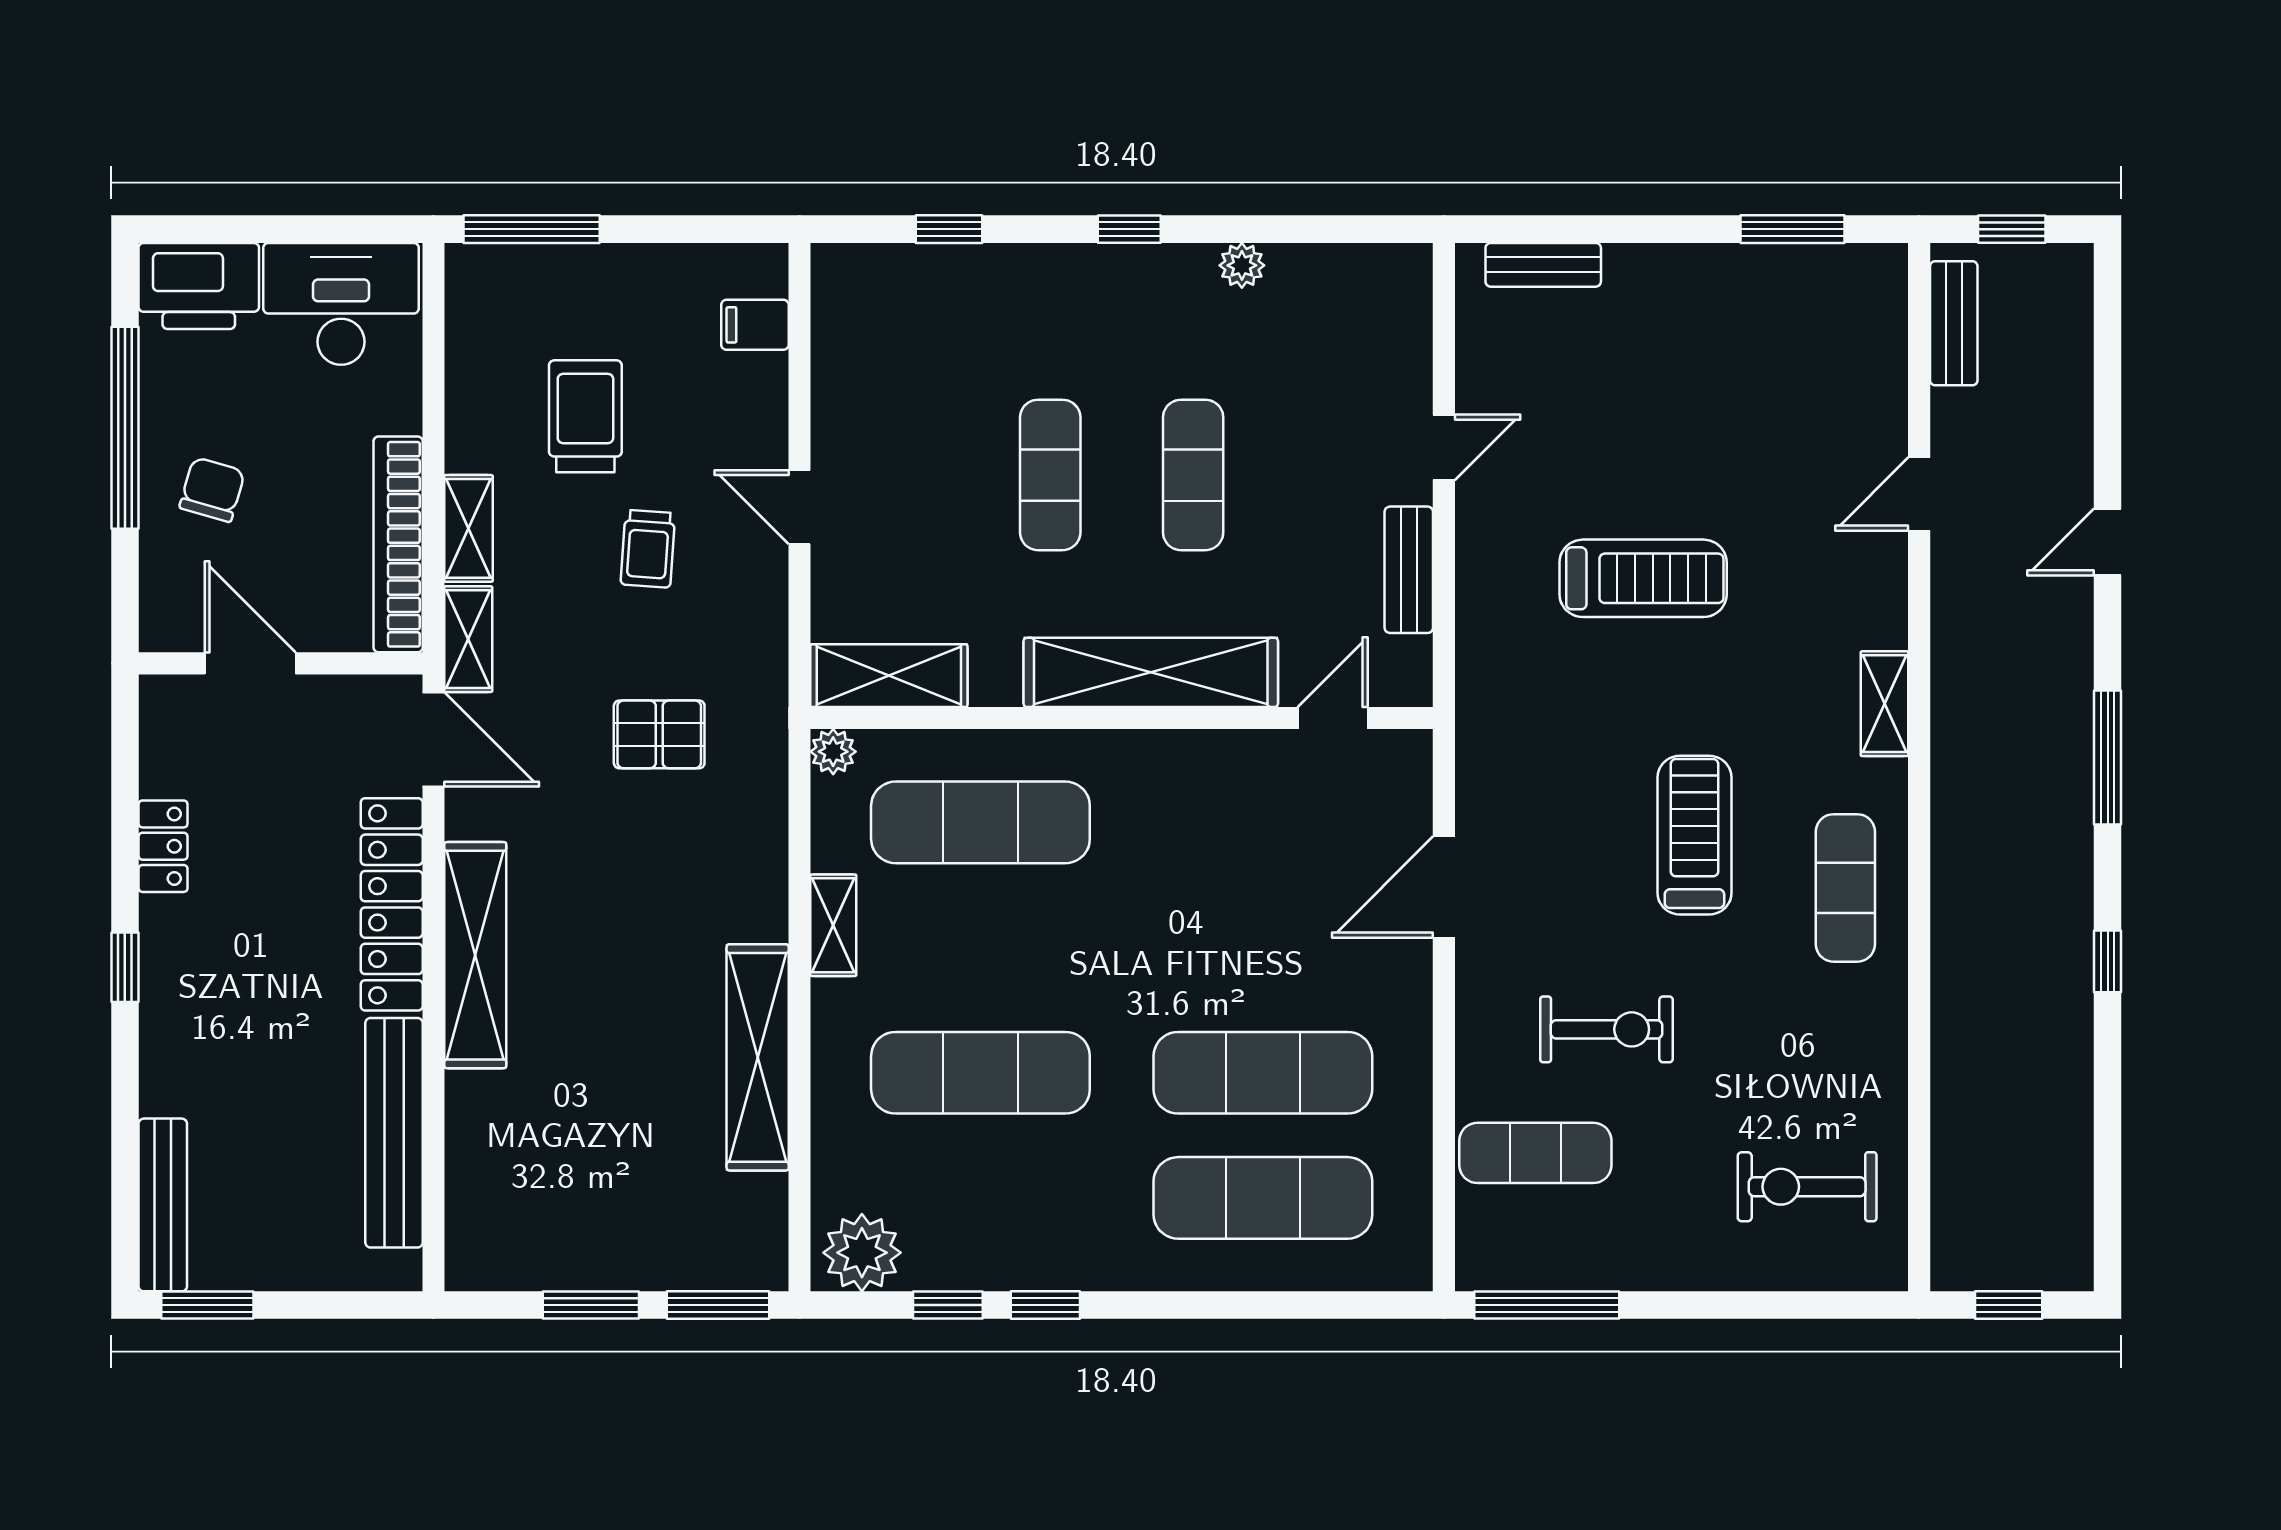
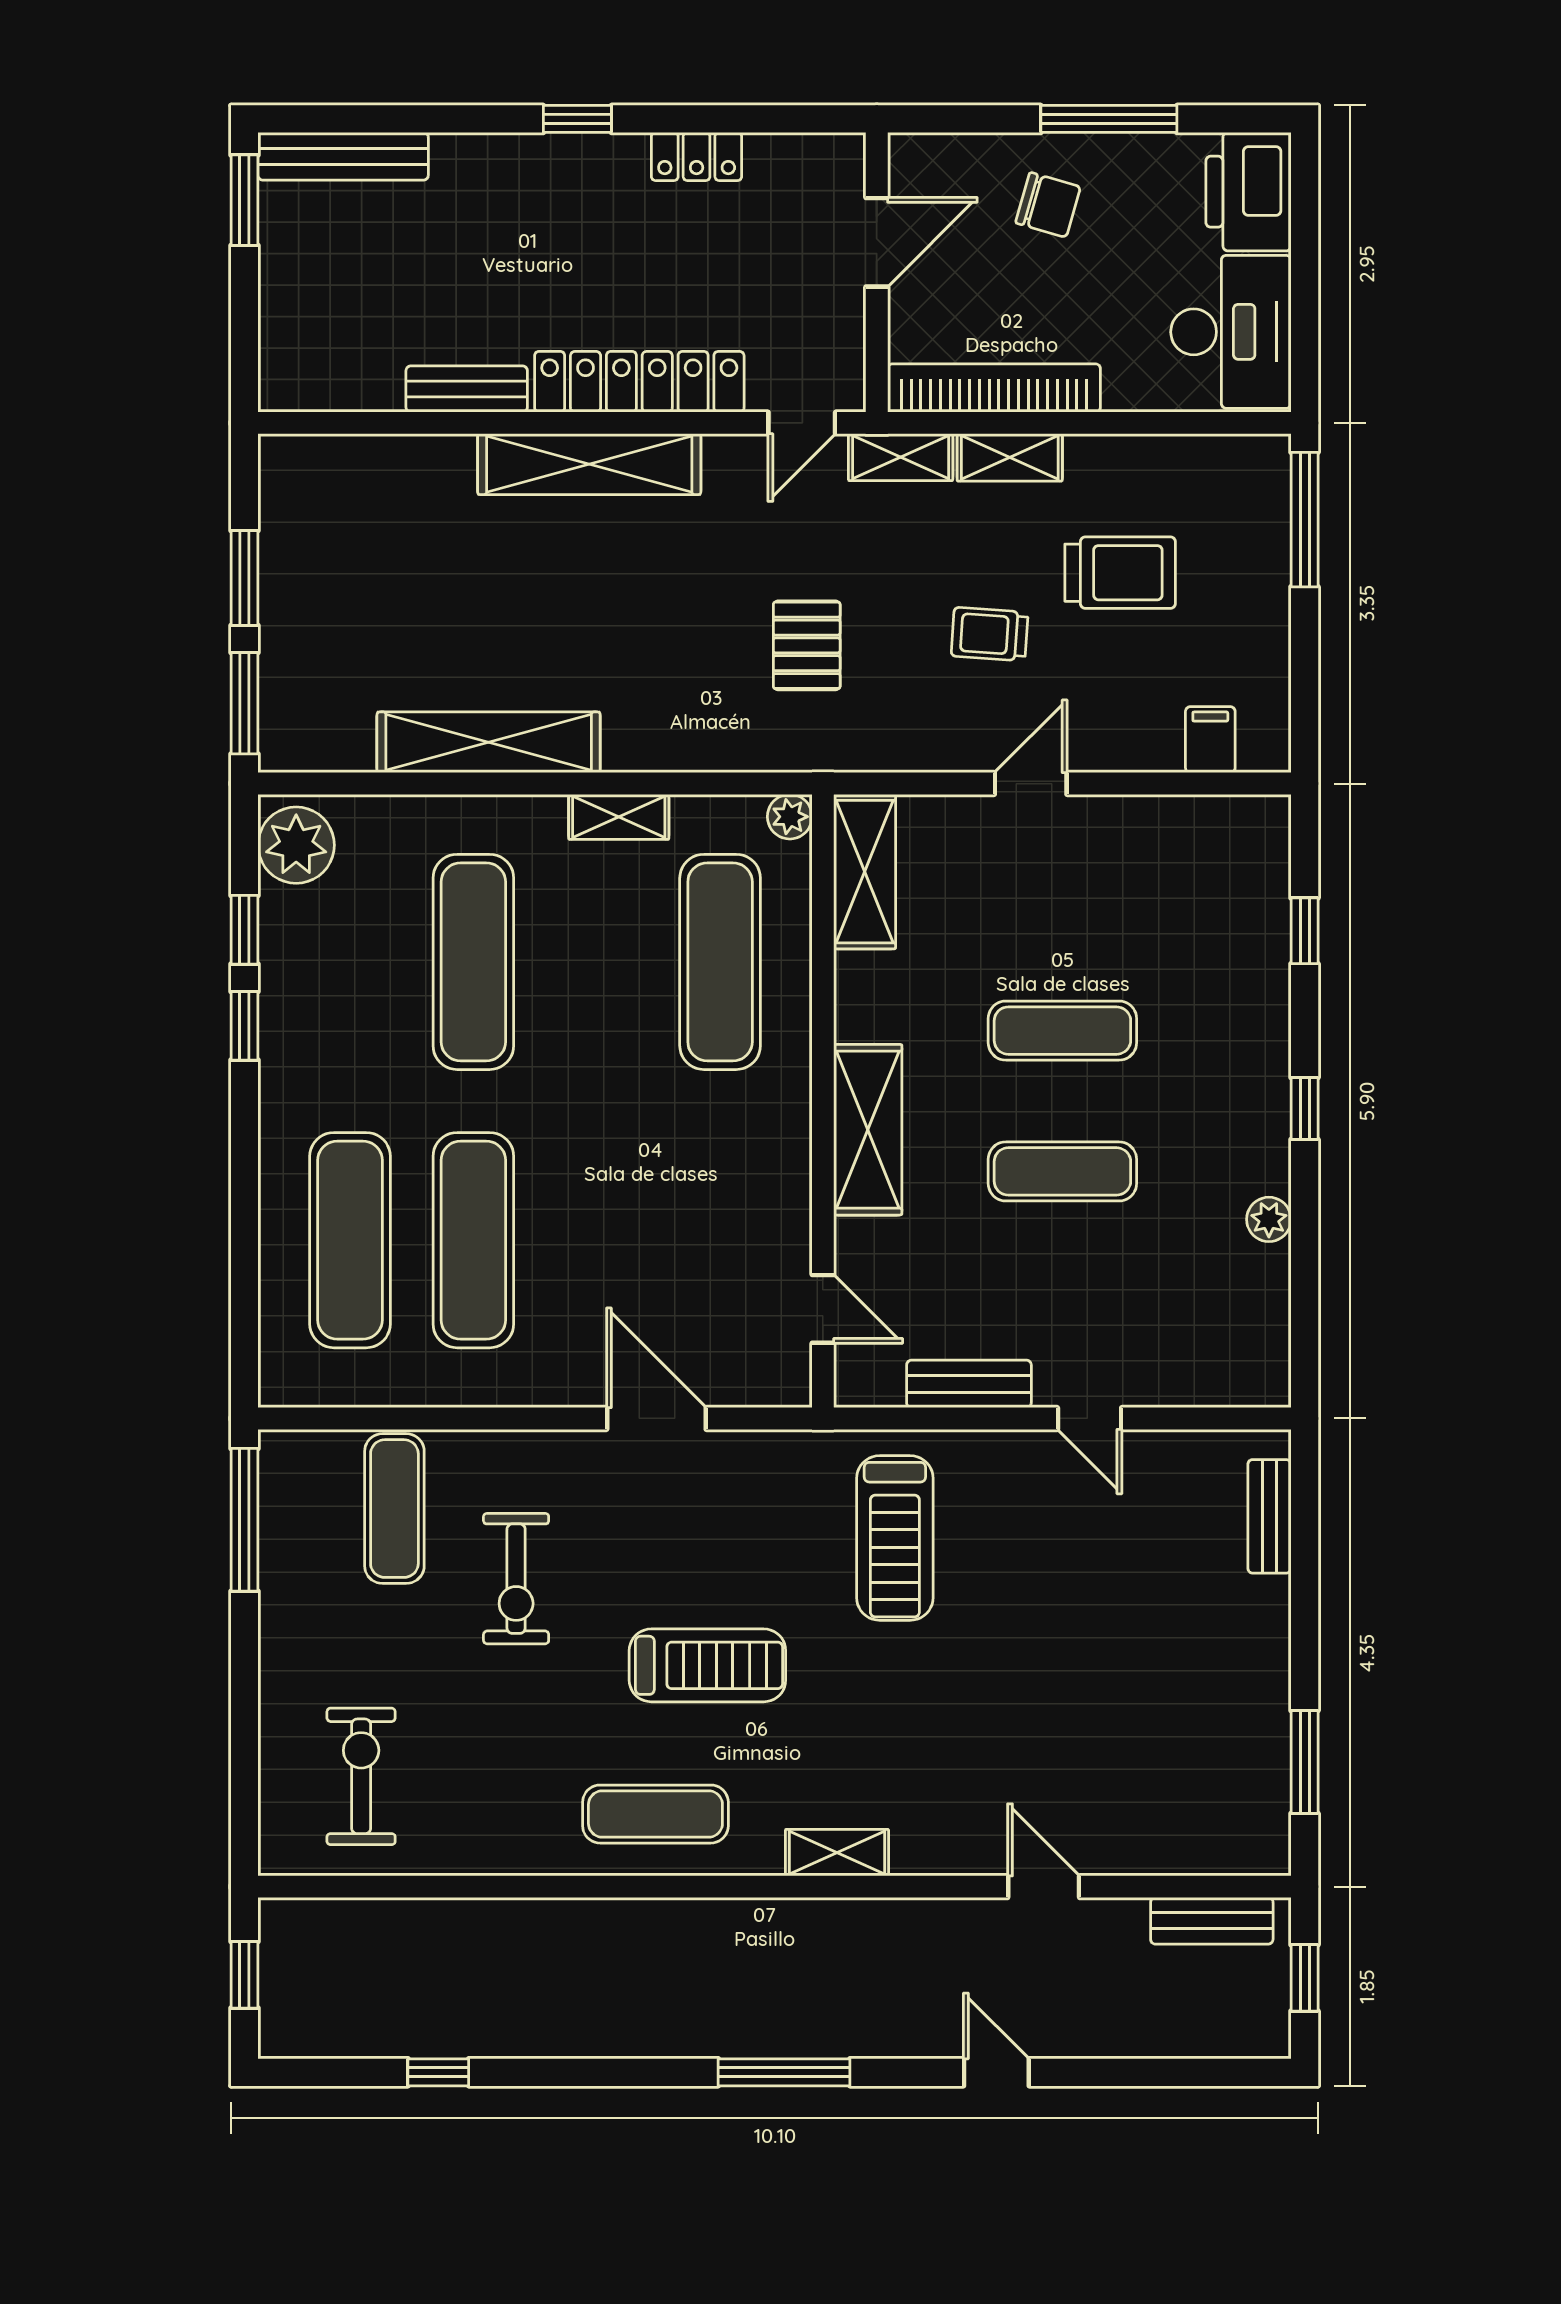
window: (125, 428) -> (1109, 119), width x0.68
treadmill: (1643, 578) -> (895, 1538), moved
shelving: (1151, 672) -> (868, 1130), width x0.68
door: (433, 739) -> (802, 423), width x0.73
window: (2108, 961) -> (438, 2072), moved
bench: (394, 1133) -> (467, 389), width x0.54, depth x0.82

